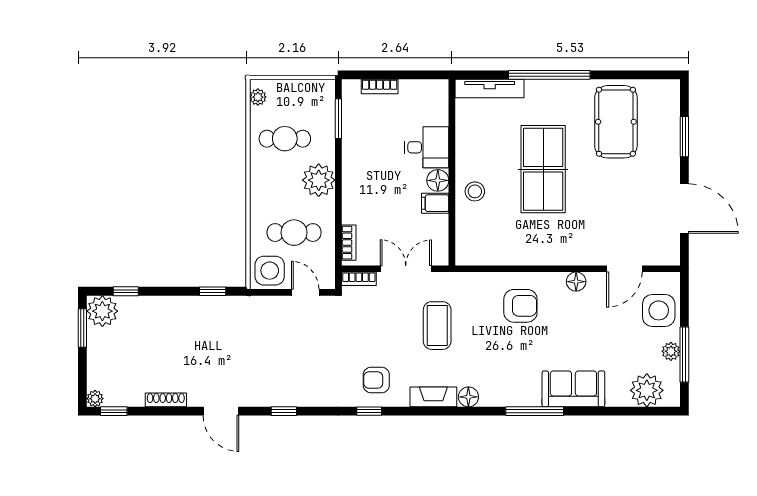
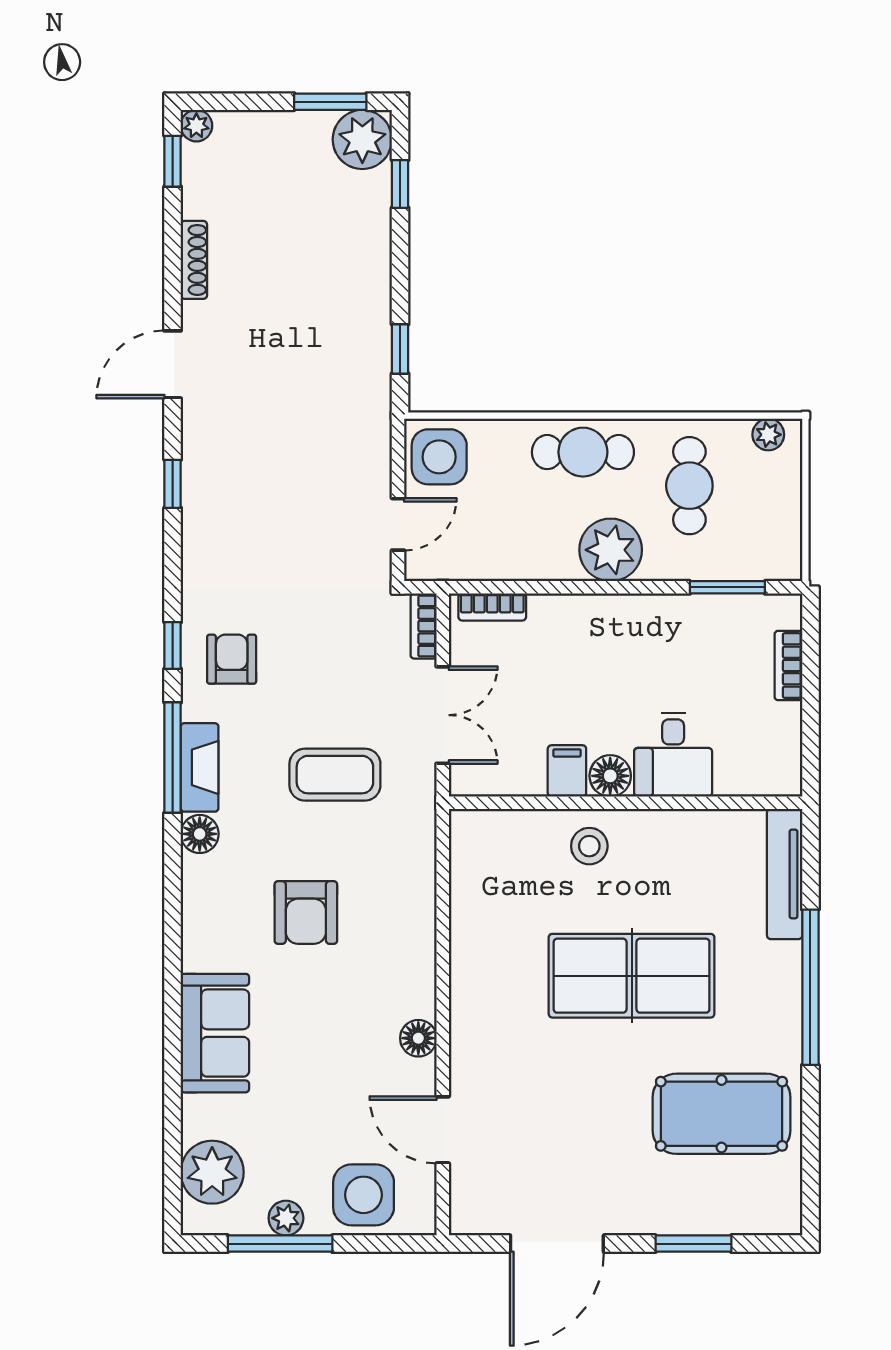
cafe table: (294, 233) -> (583, 452), moved, turned 90
armchair: (520, 306) -> (306, 912), moved
window: (535, 411) -> (173, 758), moved

